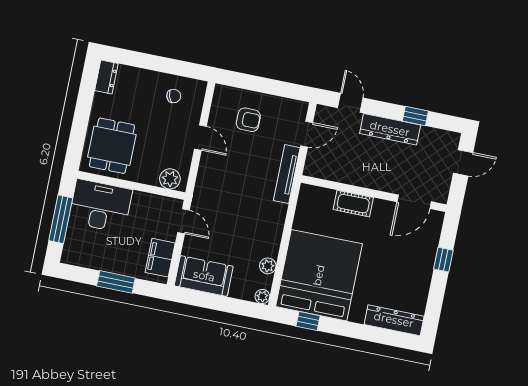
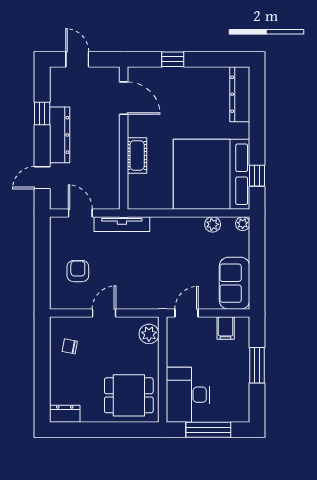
chair: (174, 96) -> (70, 346), turned -59
filing cabinet: (160, 258) -> (226, 328), width x0.50

